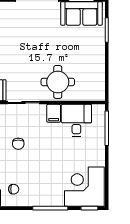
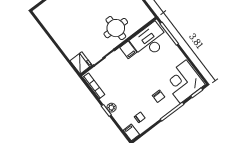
desk: (76, 120) -> (150, 41), width x1.37
chair: (18, 144) -> (159, 96), moved

